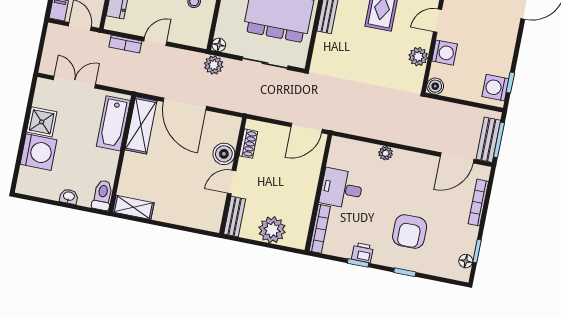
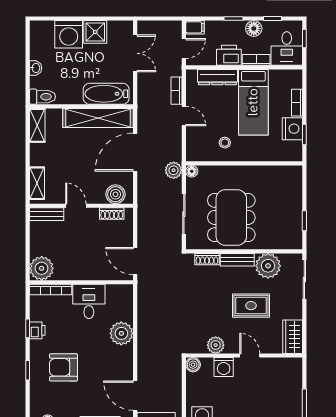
shoe rack: (320, 47) -> (207, 259), added
shelving: (141, 125) -> (98, 118), width x1.47
plant: (386, 153) -> (121, 333), width x1.88, depth x1.88
boiler: (224, 154) -> (115, 194), moved
shelving: (198, 220) -> (37, 183), added
plant: (272, 230) -> (42, 268), moved

